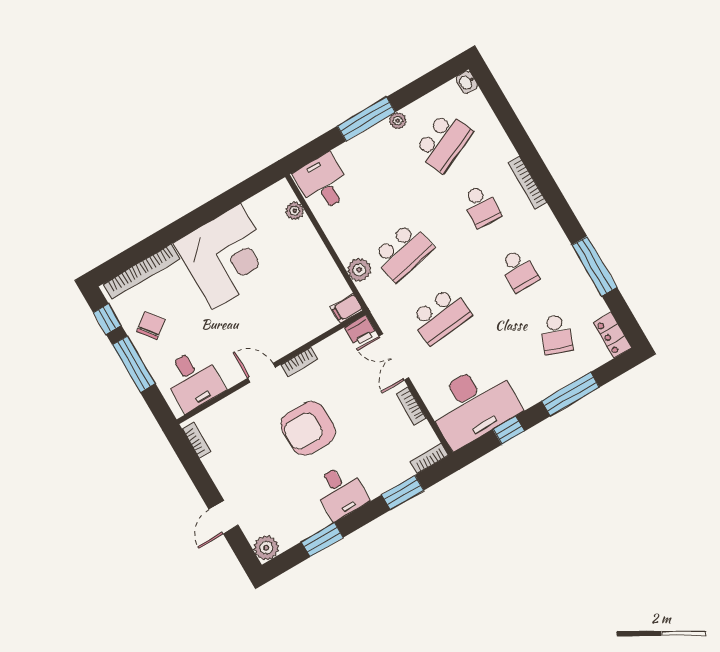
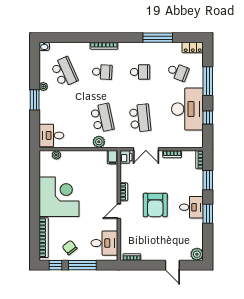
window: (366, 119) -> (35, 100), width x0.69
desk: (473, 405) -> (187, 109), moved
window: (322, 540) -> (208, 214), moved

